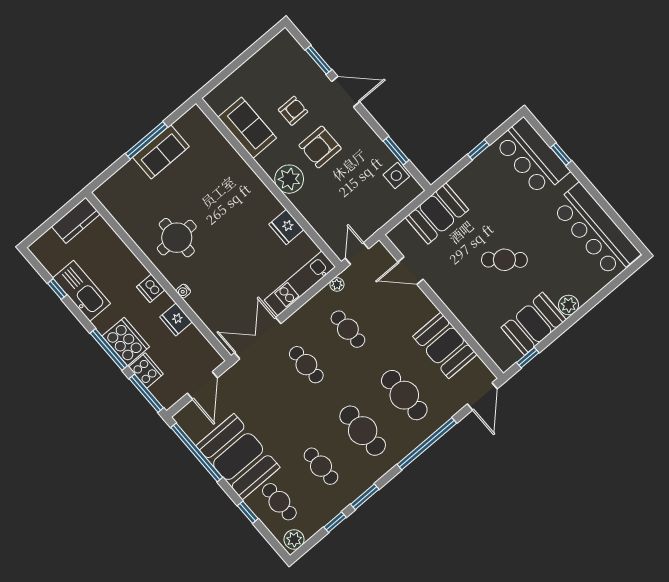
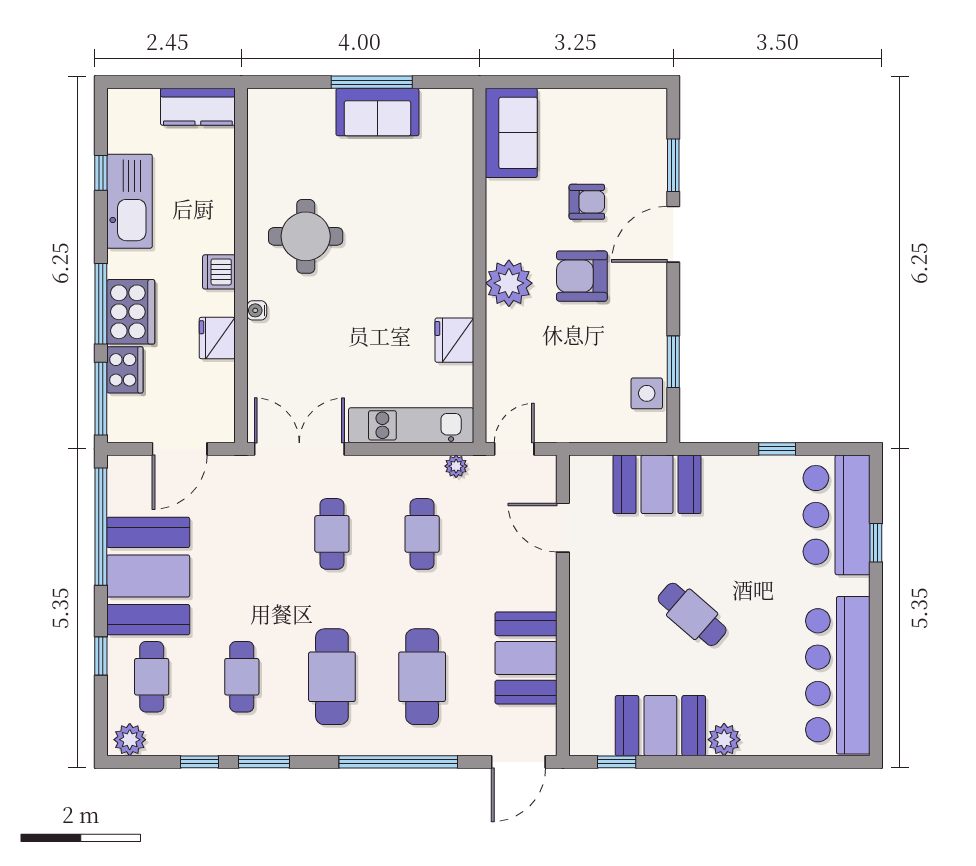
door: (346, 92) -> (673, 234), swing flipped
sofa: (247, 128) -> (511, 133), moved

